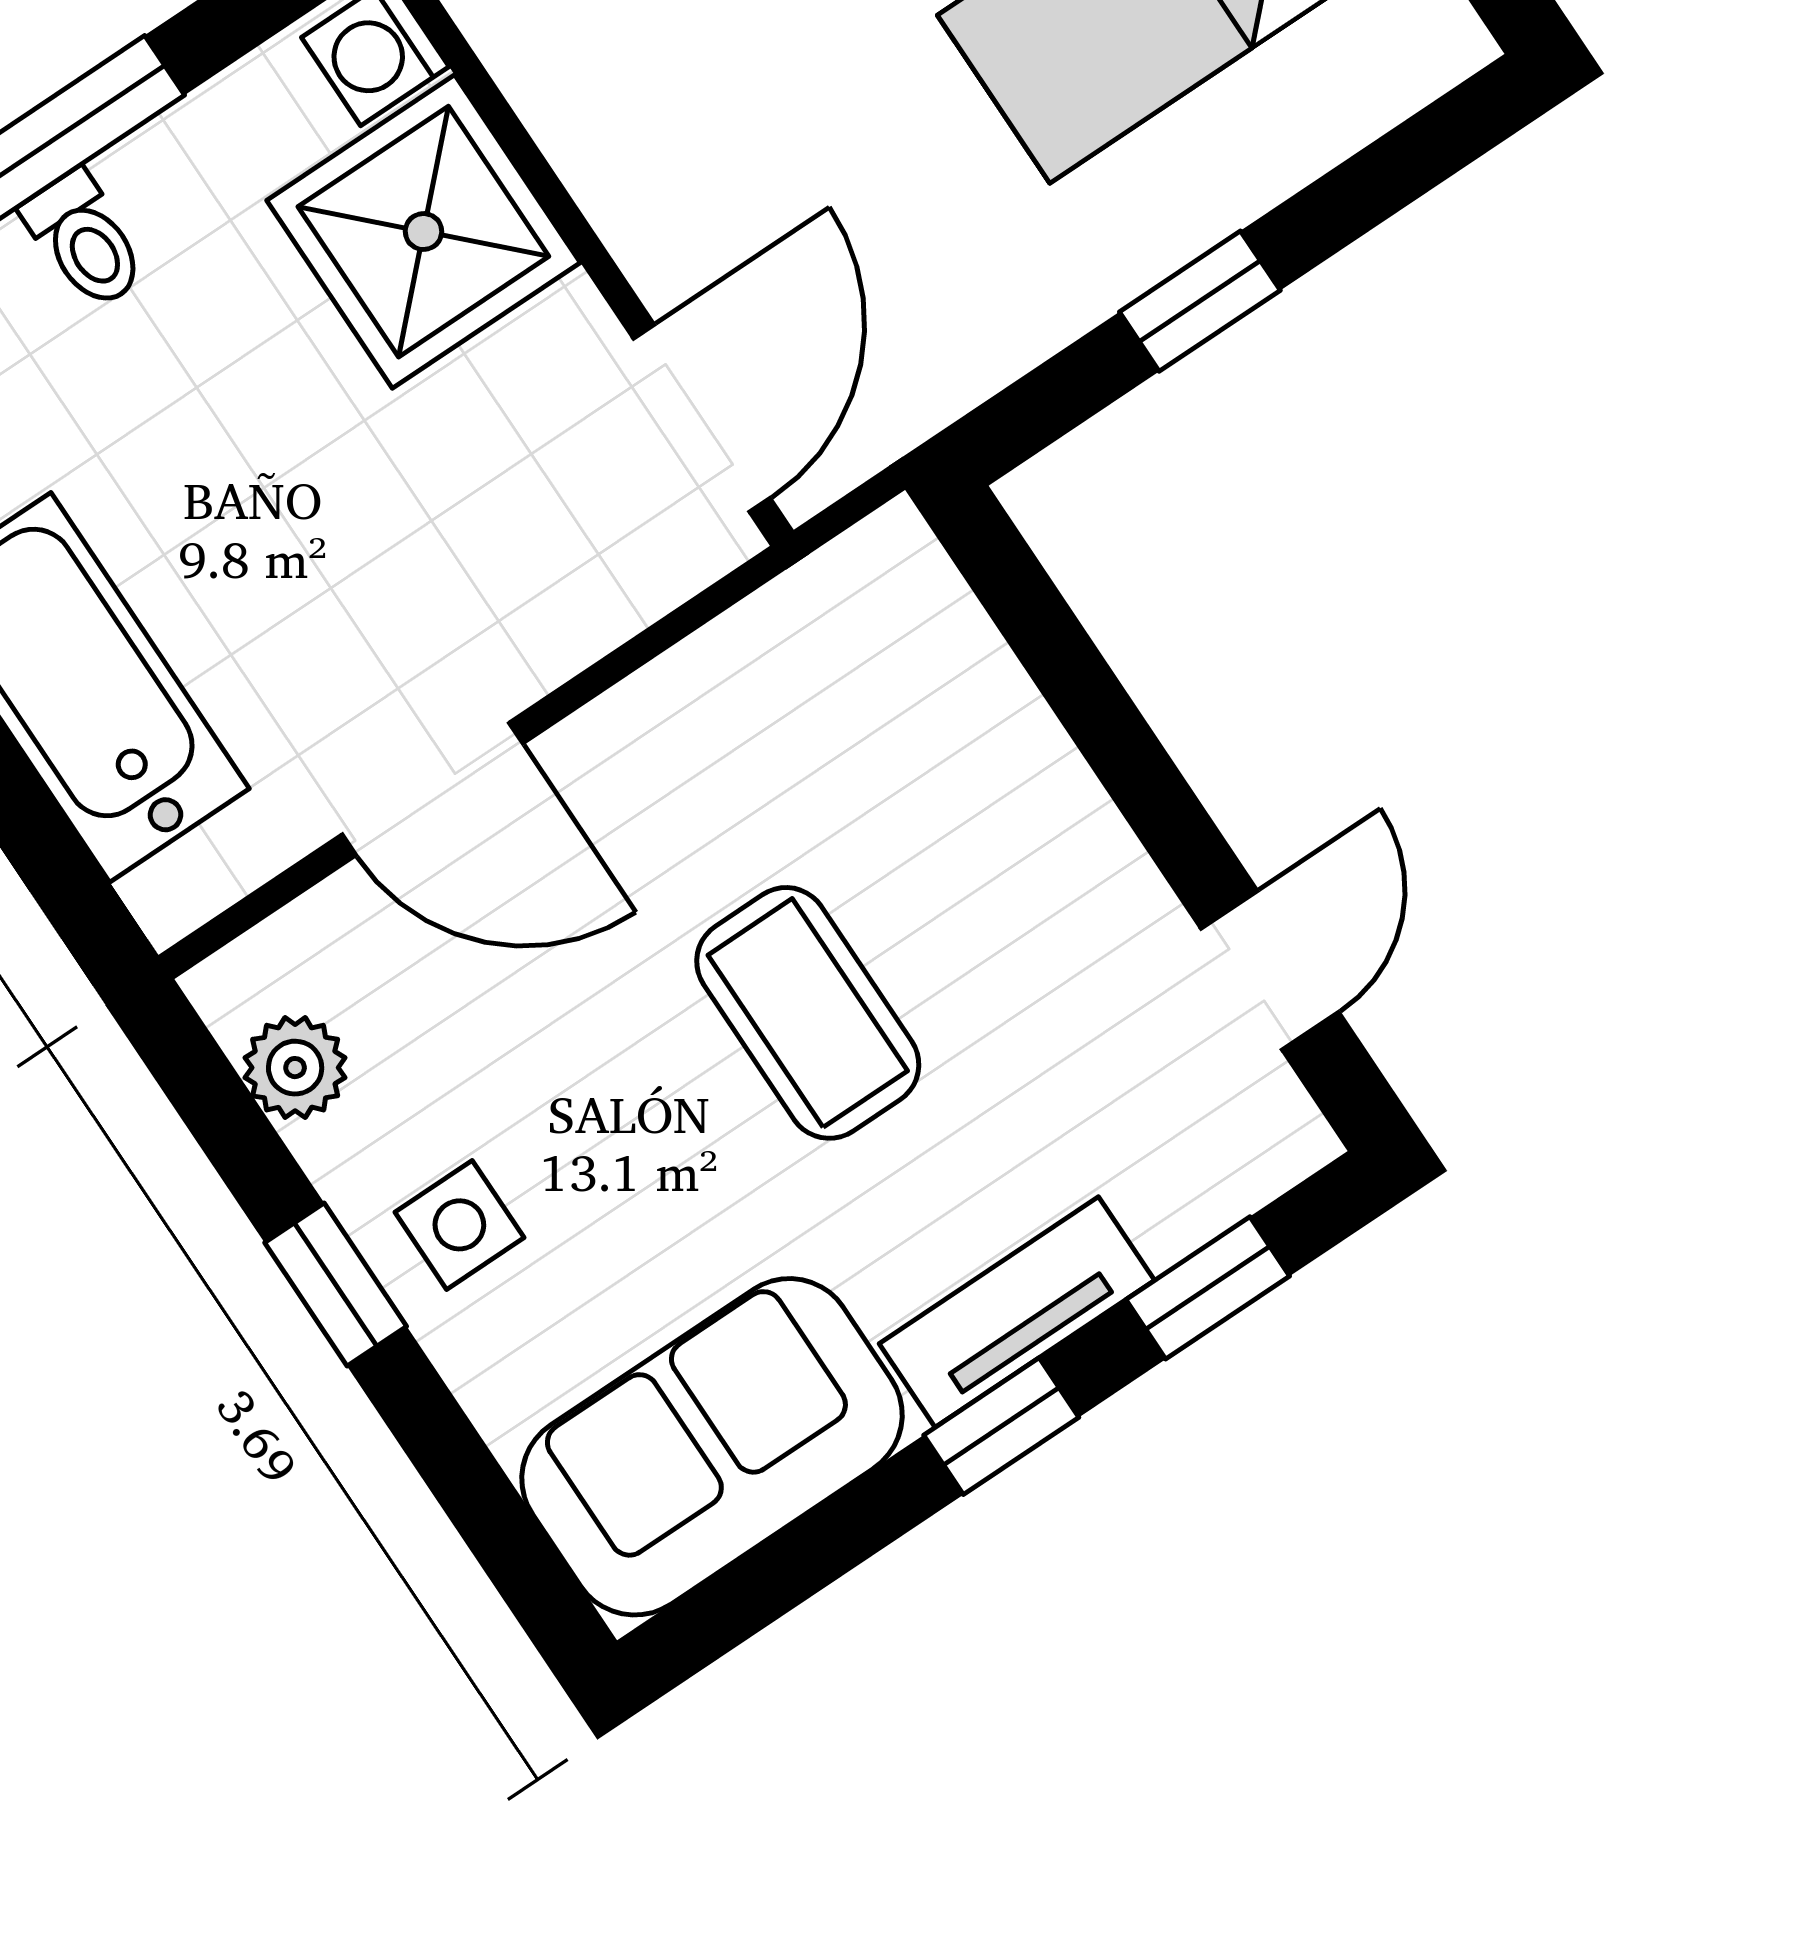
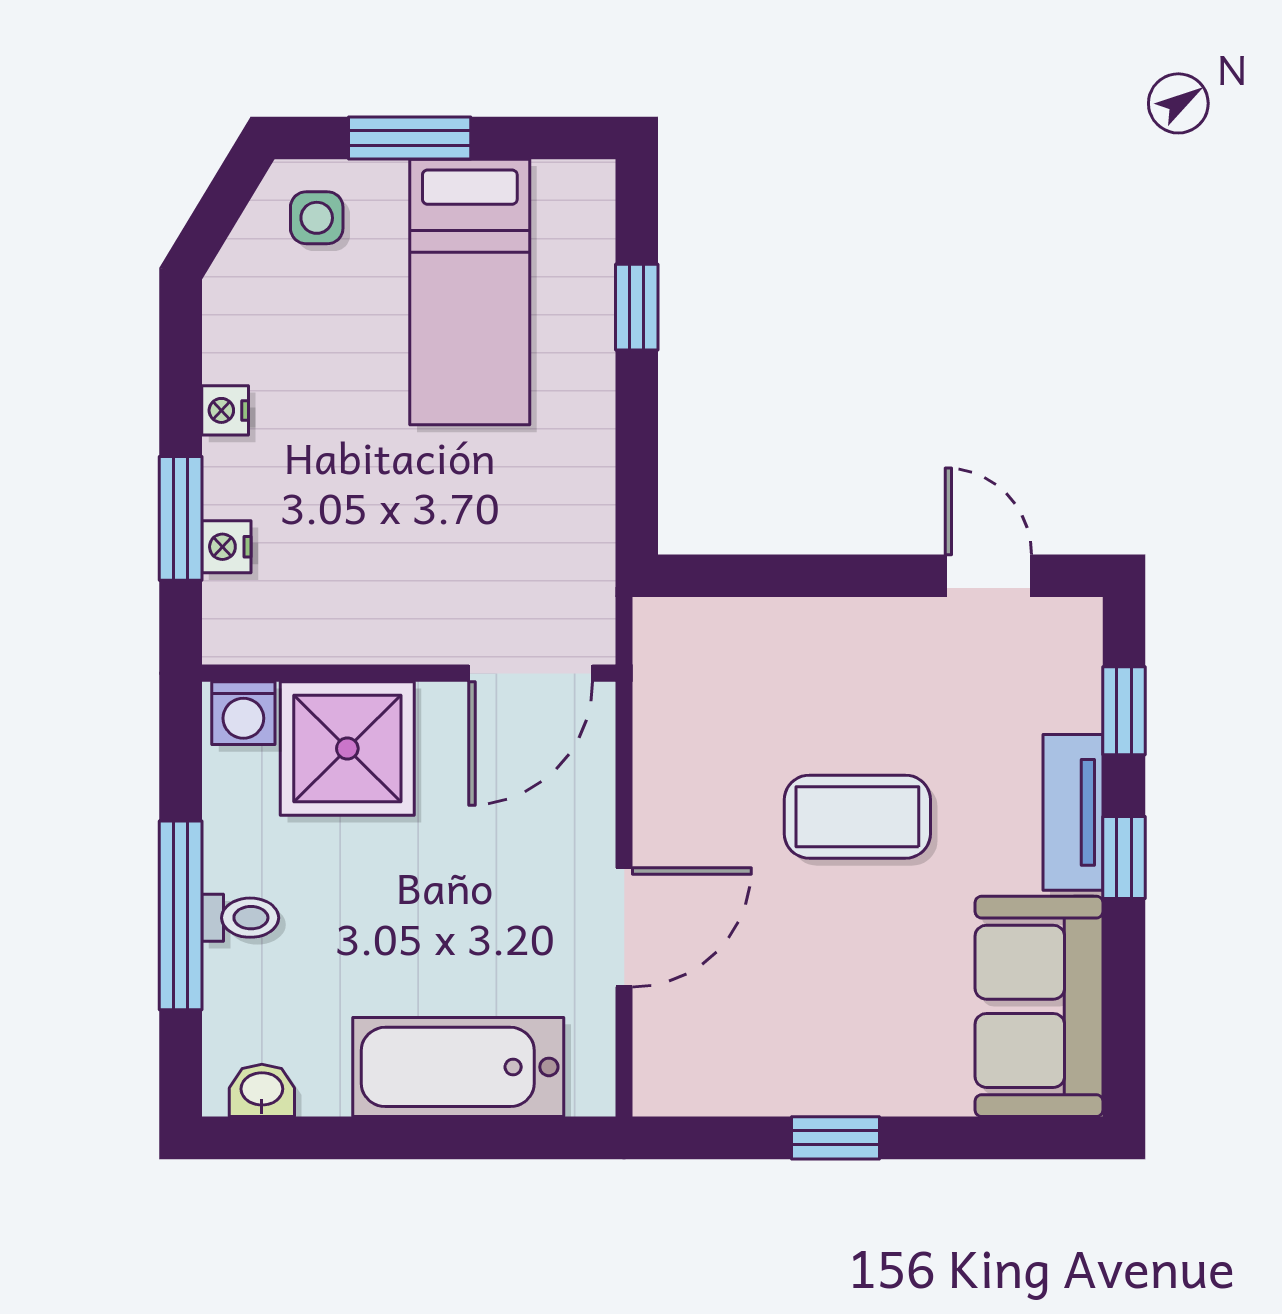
window: (1200, 301) -> (637, 307), moved
door: (702, 418) -> (531, 673), swing flipped
plant: (295, 1068) -> (716, 1086), removed
side table: (459, 1225) -> (847, 1057), removed

